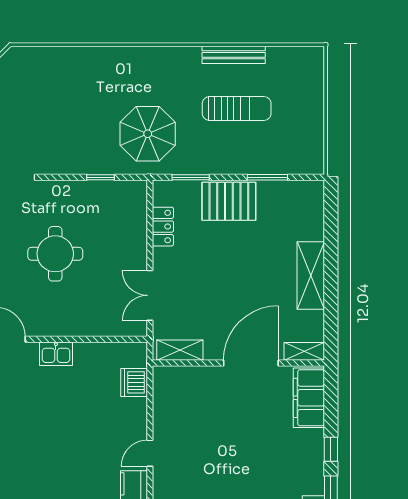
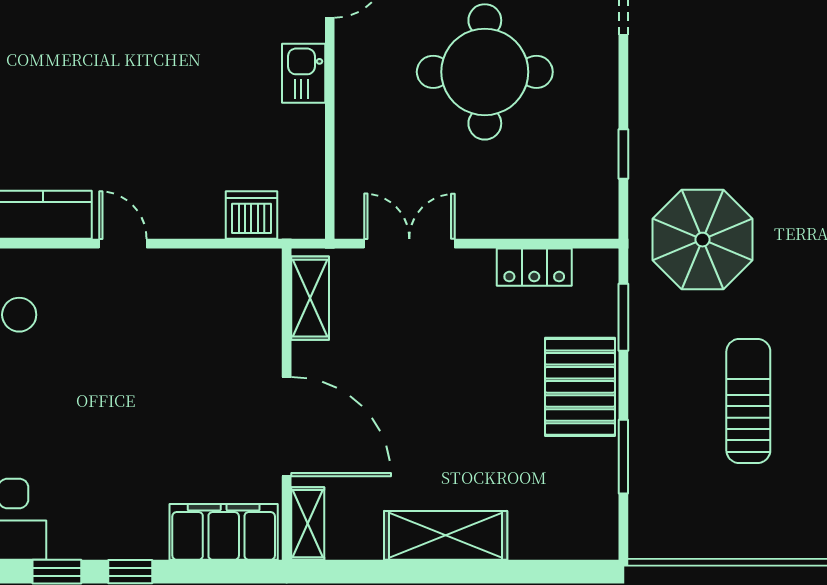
sun lounger: (237, 109) -> (748, 401), turned 180
round table: (55, 254) -> (485, 72), width x1.36, depth x1.36

